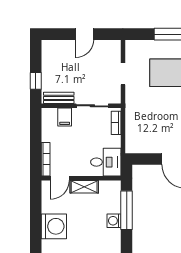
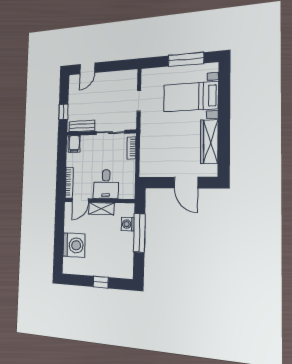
door: (85, 34) -> (87, 69), moved
filing cabinet: (65, 117) -> (74, 144), moved
desk: (106, 162) -> (106, 184), moved, turned 90
washing machine: (114, 221) -> (128, 224), moved

